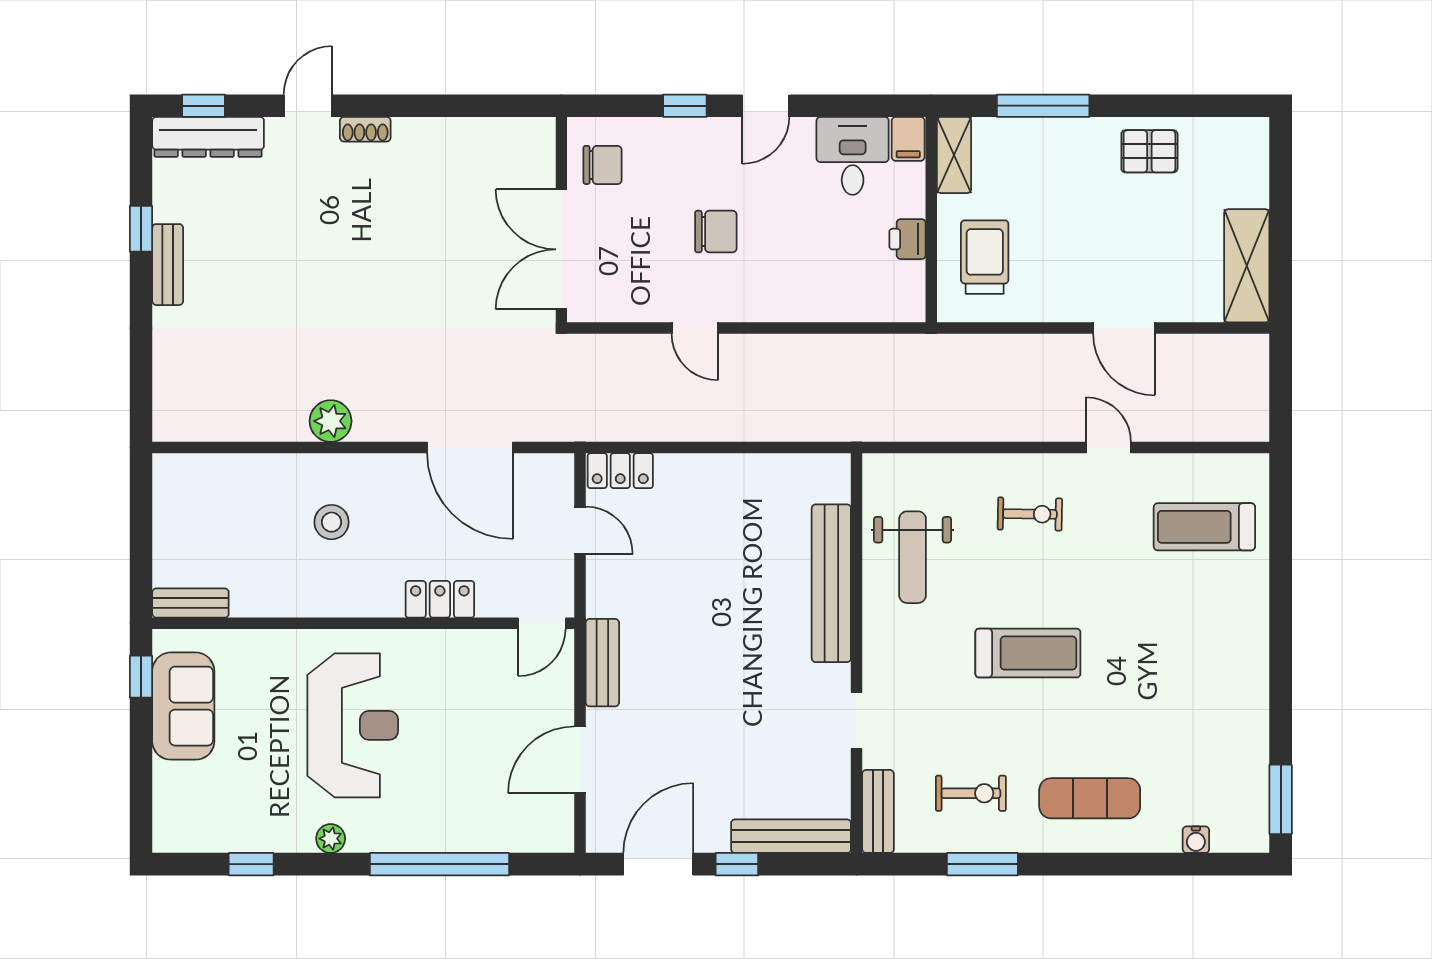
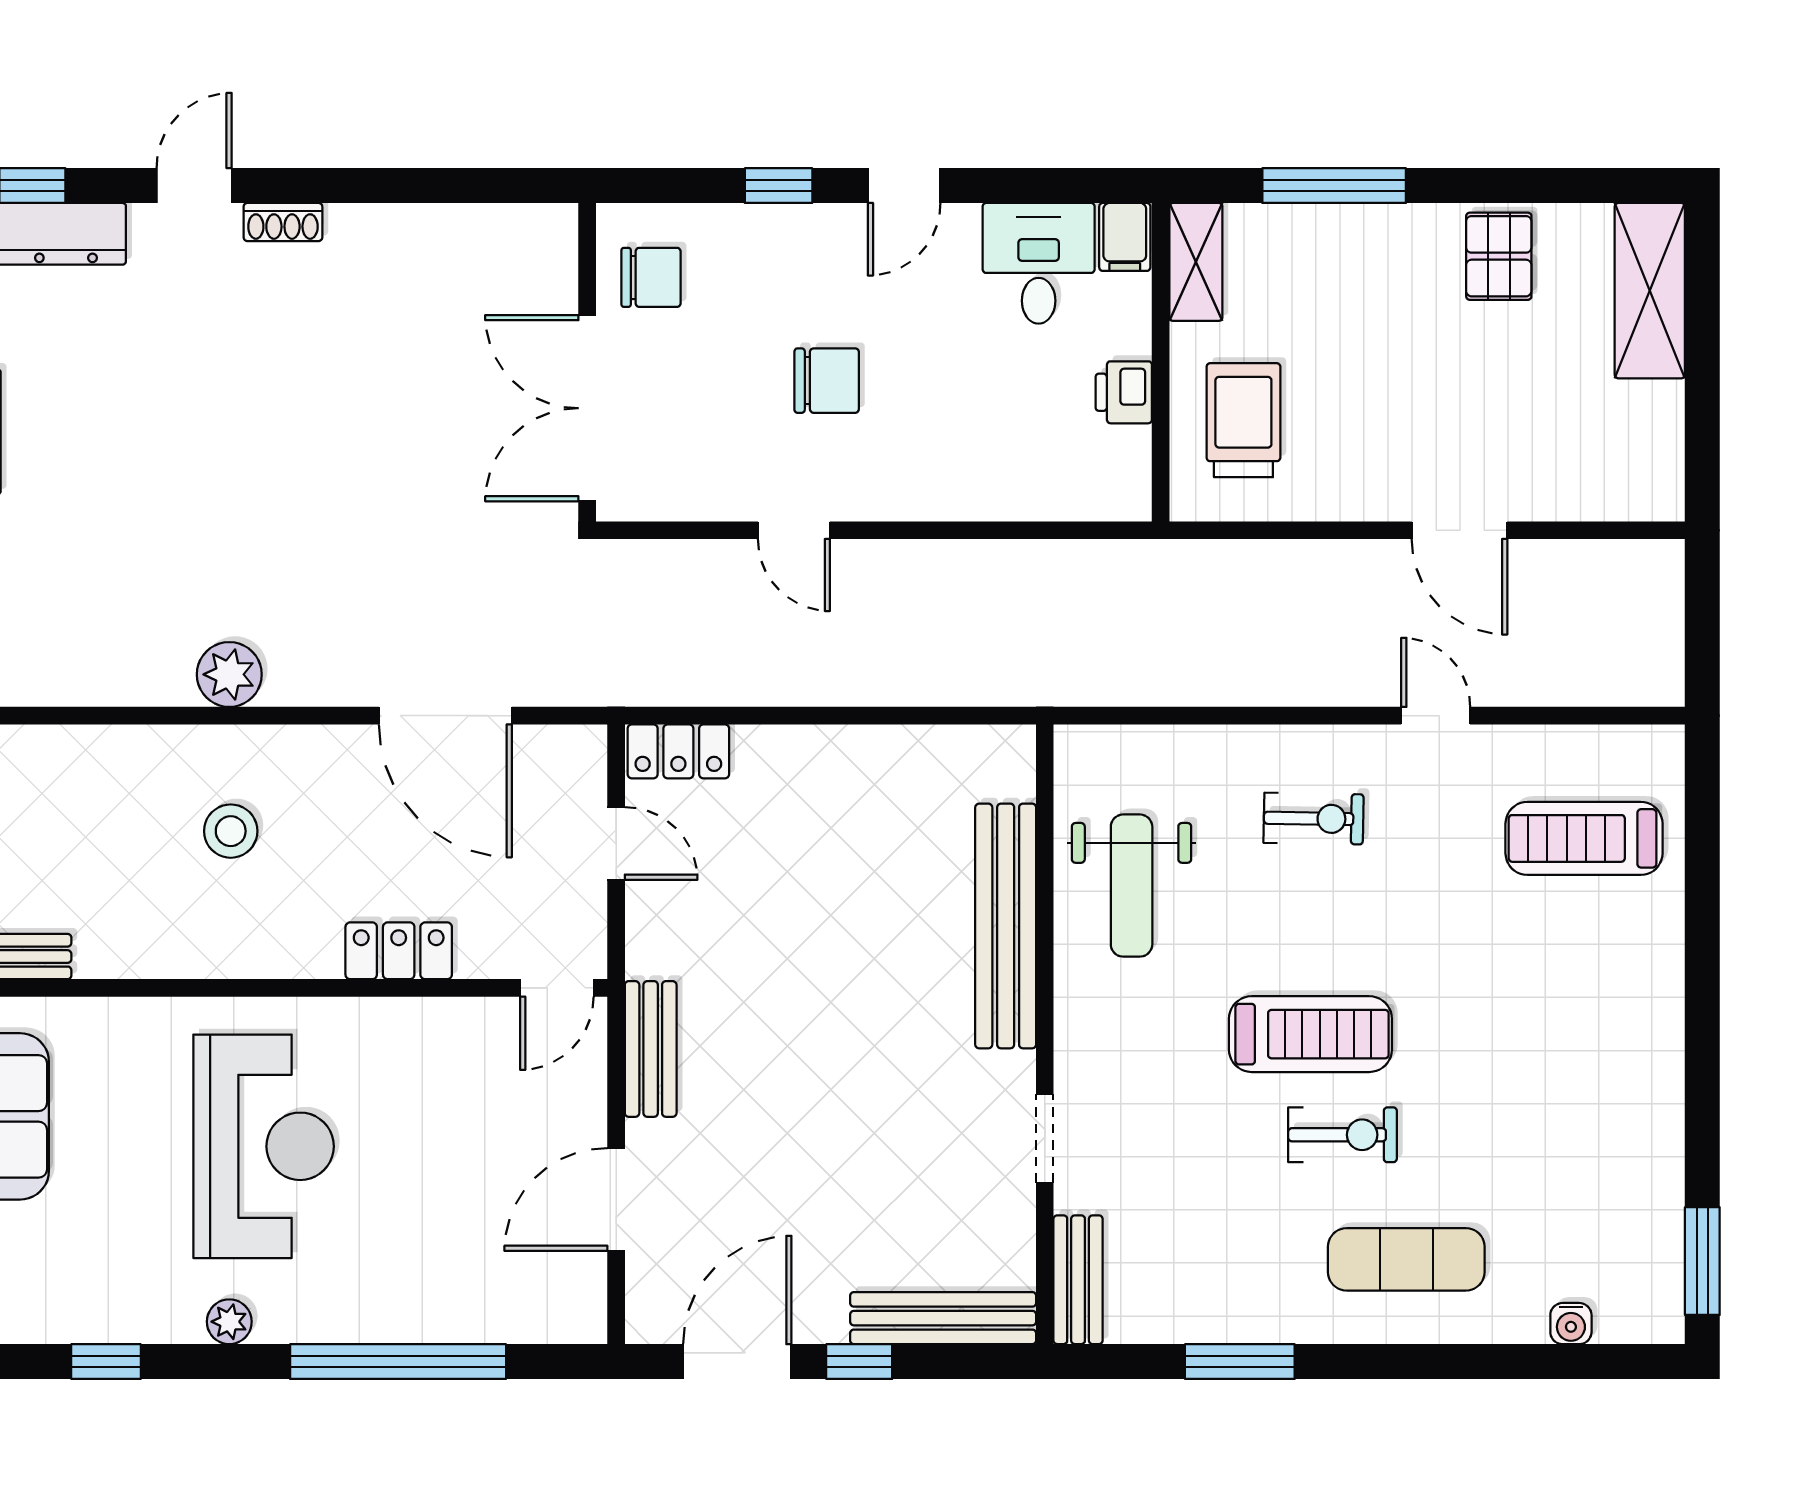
pallet: (1149, 151) -> (1499, 256), turned 90
shelving: (1247, 266) -> (1650, 291), moved
exercise bike: (971, 793) -> (1343, 1135), moved

